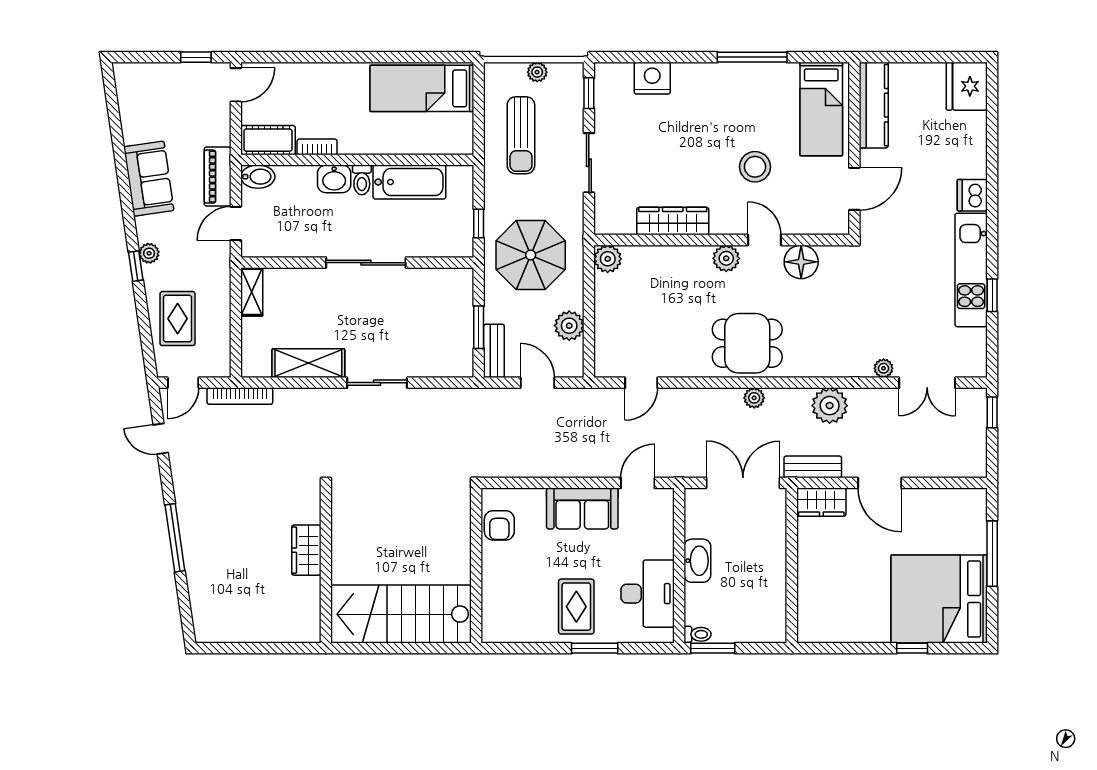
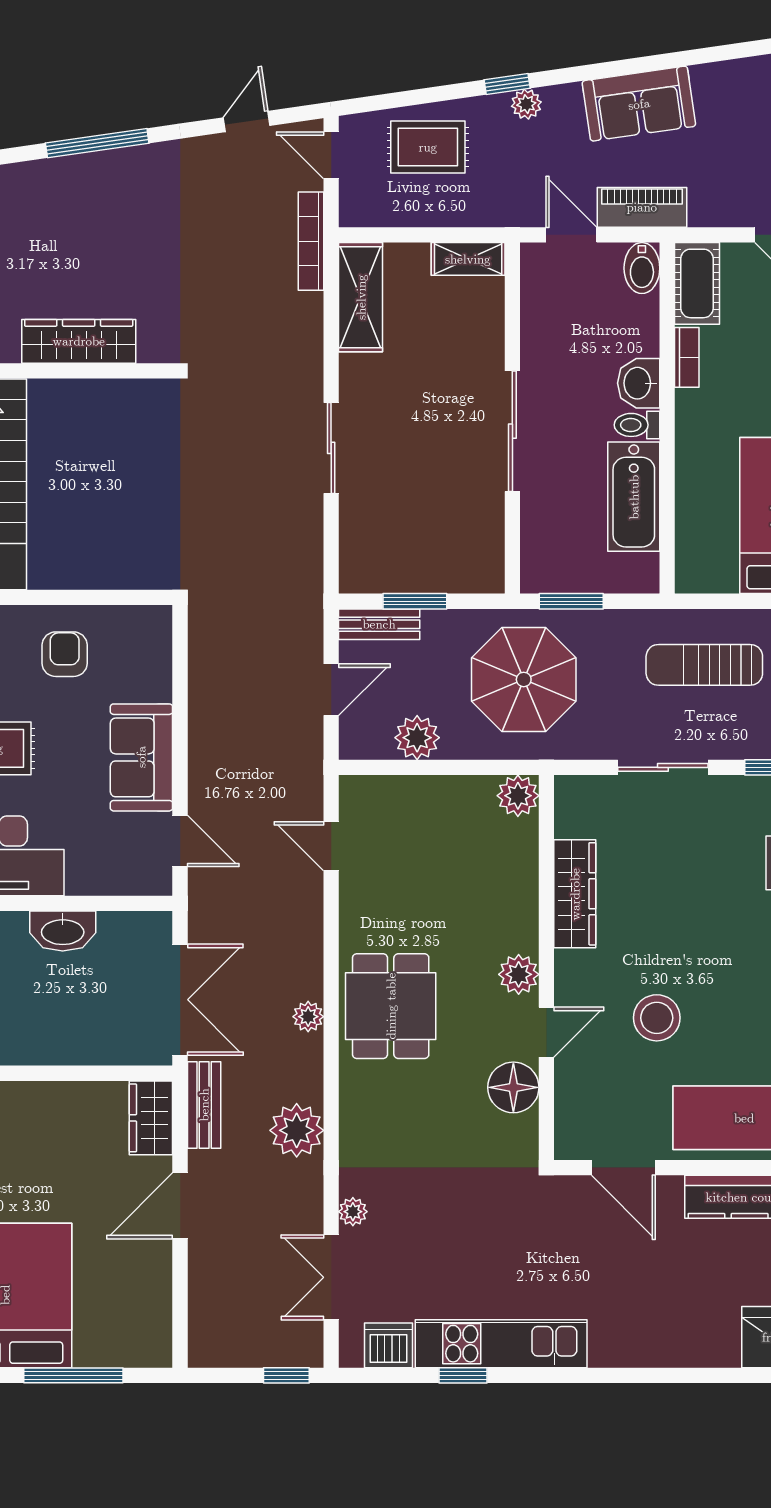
dishwasher: (972, 195) -> (388, 1345), moved
window: (479, 224) -> (571, 601), width x1.50
shelving: (308, 363) -> (361, 297), moved
armchair: (499, 525) -> (65, 654), moved, turned 90
wardrobe: (306, 550) -> (79, 341), width x1.50

